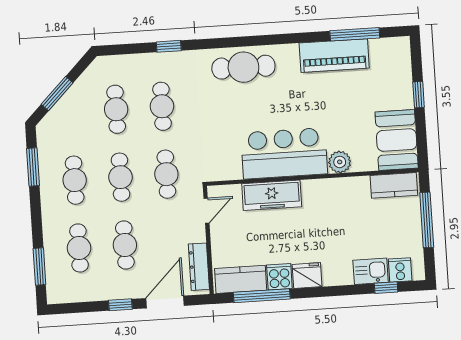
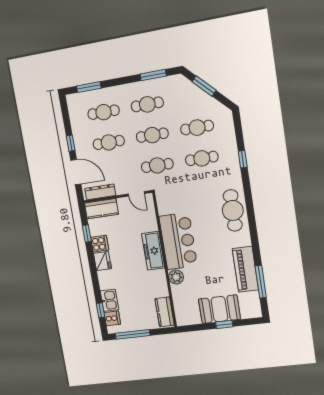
booth: (397, 140) -> (219, 309), moved
freezer: (272, 195) -> (153, 251), moved
window: (427, 220) -> (133, 334), moved
kitchen counter: (241, 279) -> (102, 209), moved, turned 90
window: (262, 296) -> (87, 233), width x0.46

